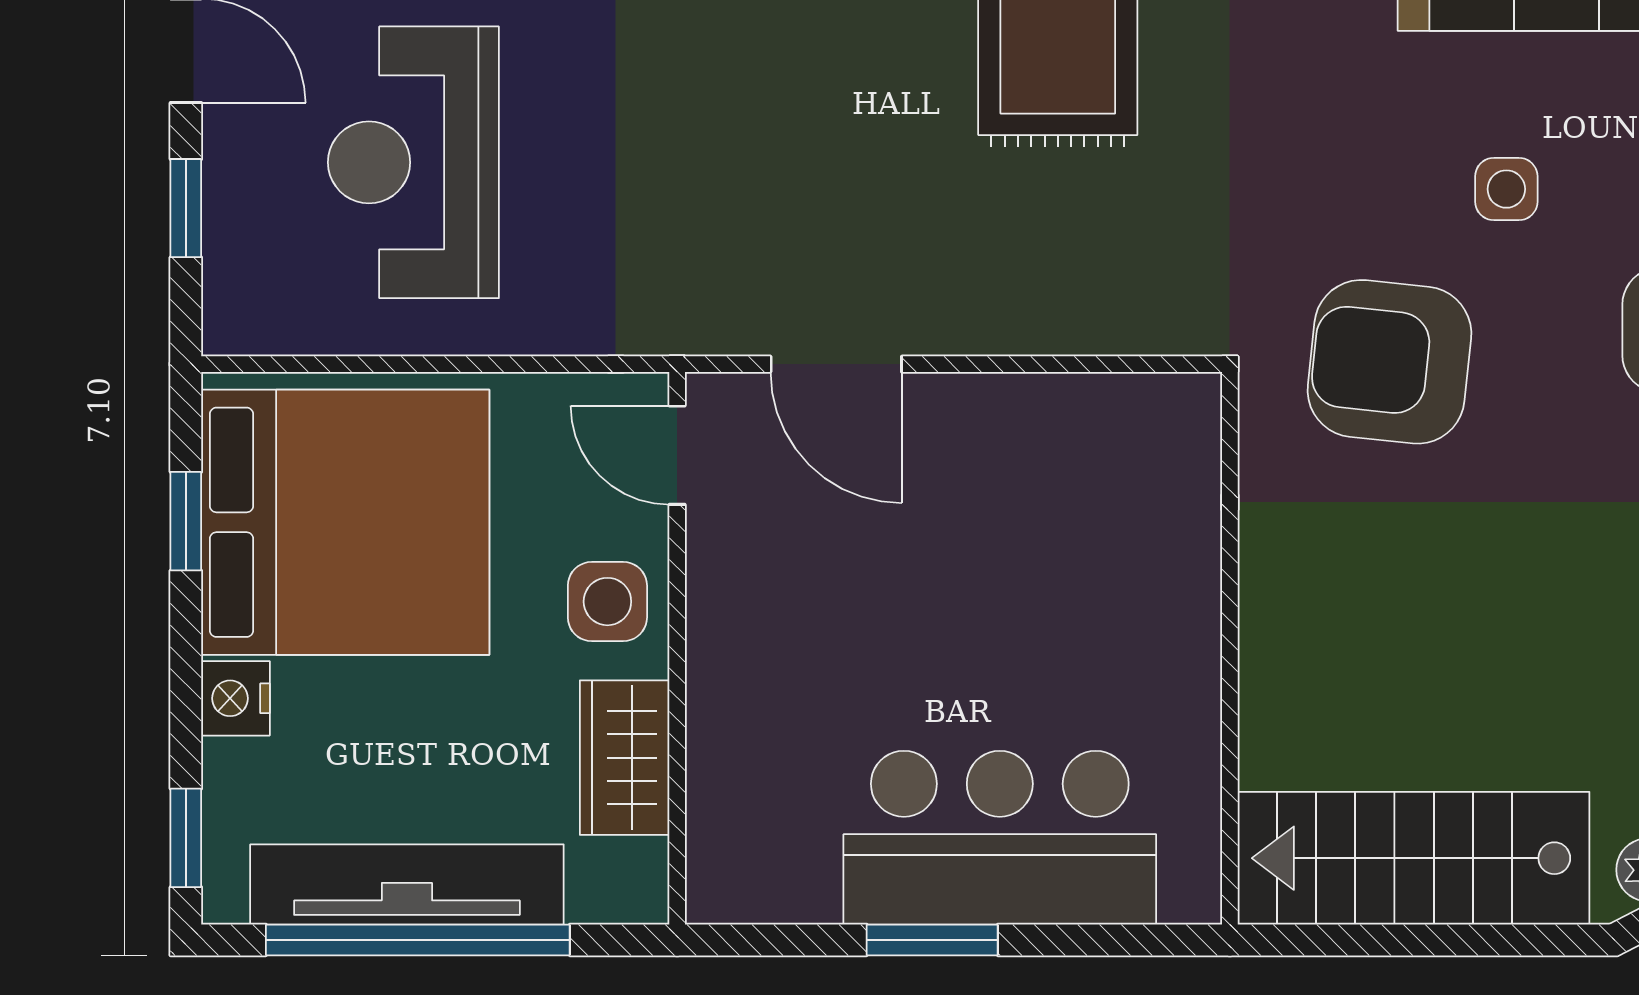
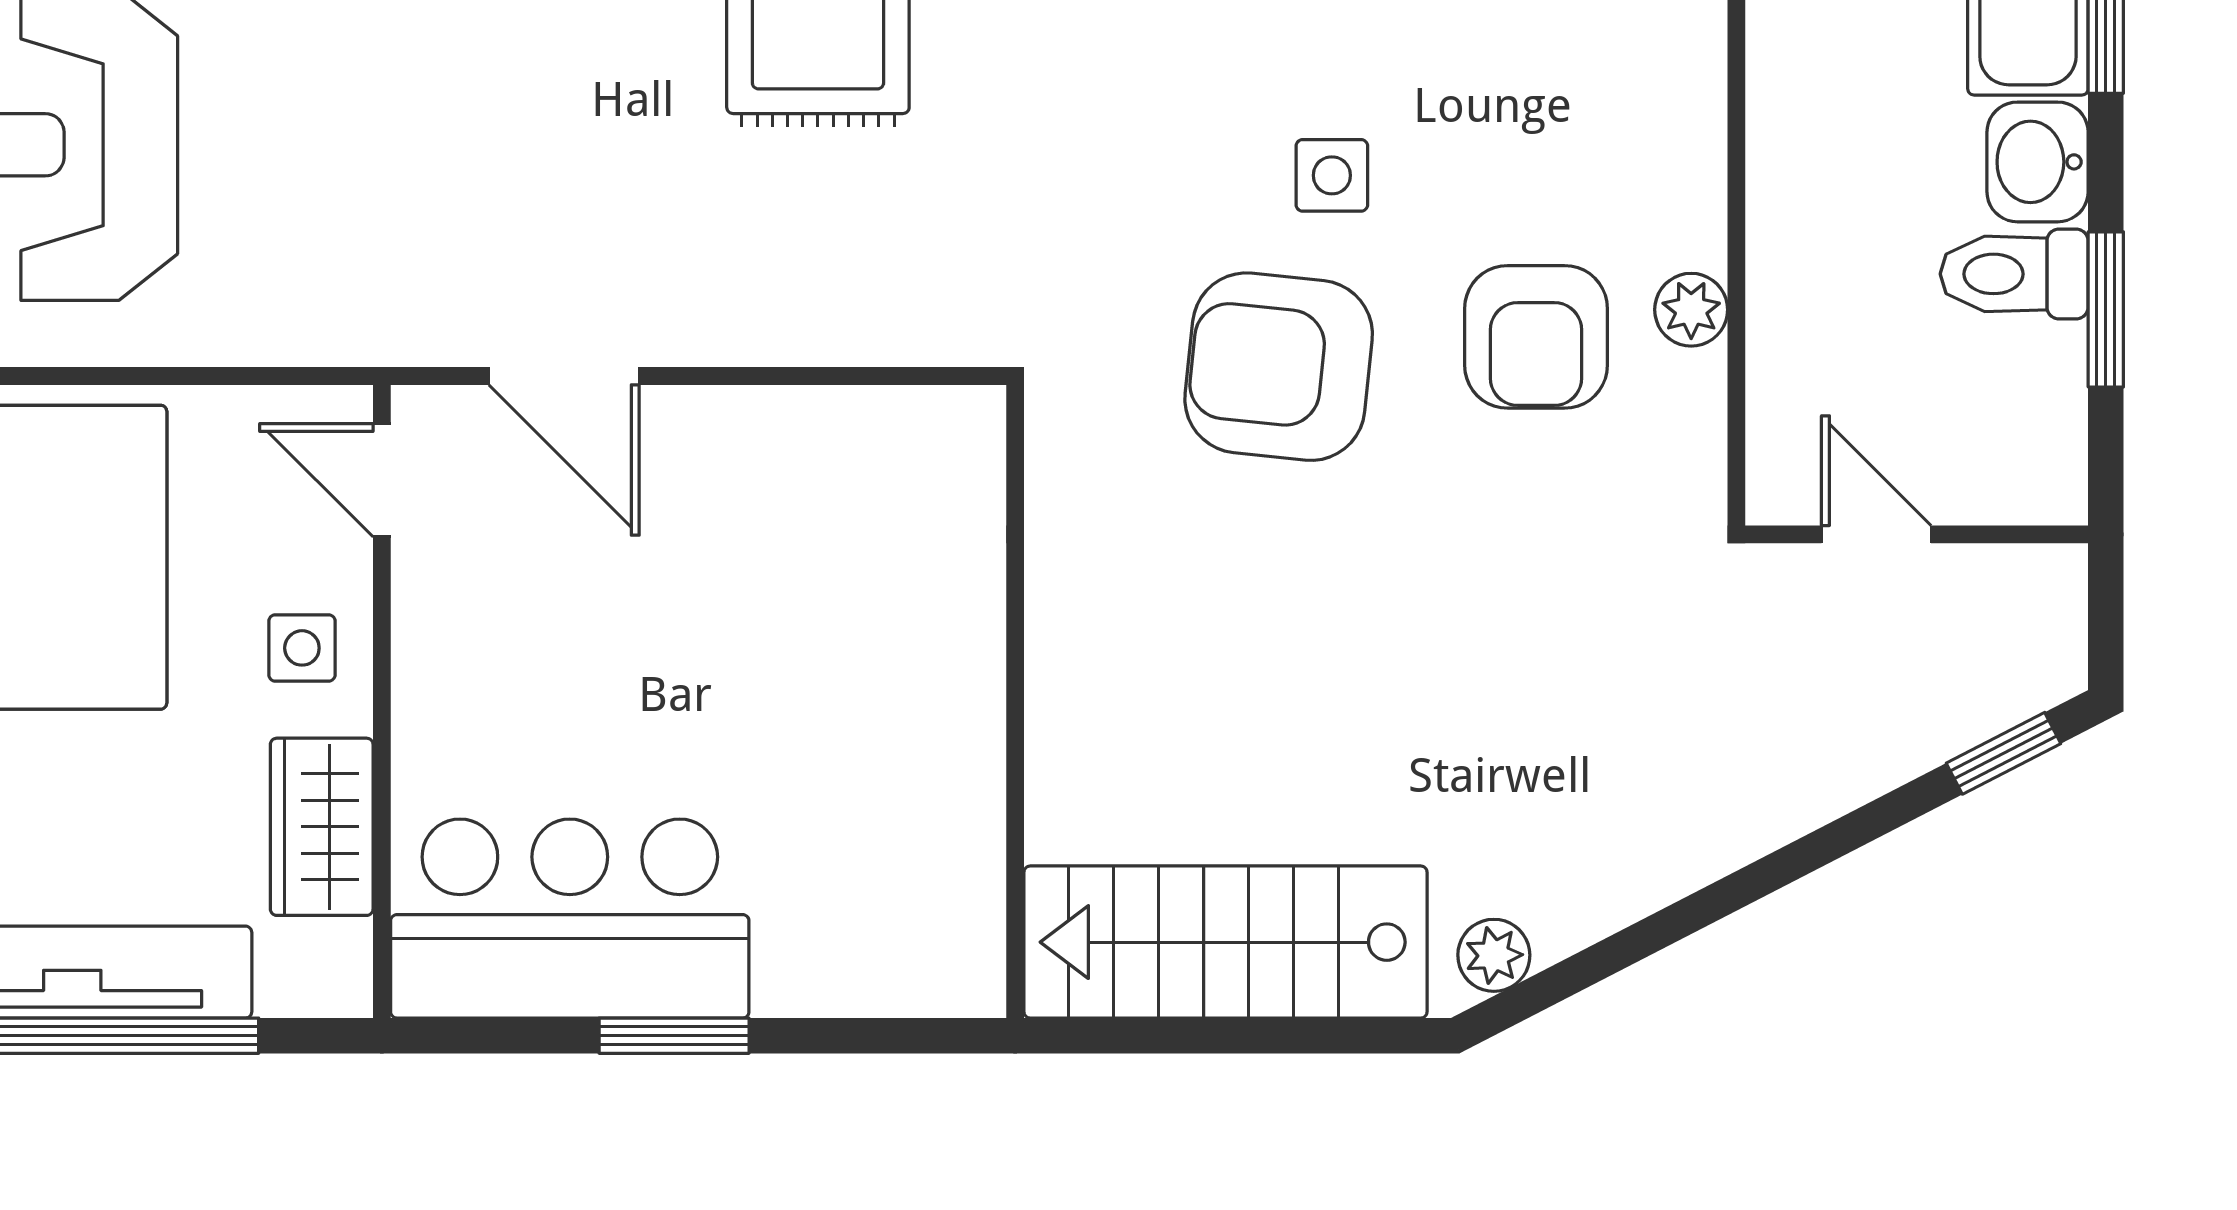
armchair: (1389, 362) -> (1279, 367), moved
side table: (607, 602) -> (302, 648), width x0.73, depth x0.73
bar counter: (1000, 838) -> (570, 919), moved

